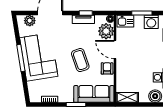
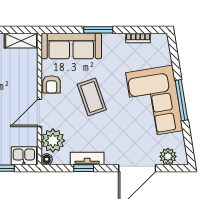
door: (115, 50) -> (39, 113), swing flipped

